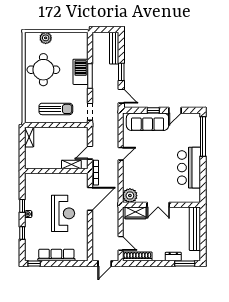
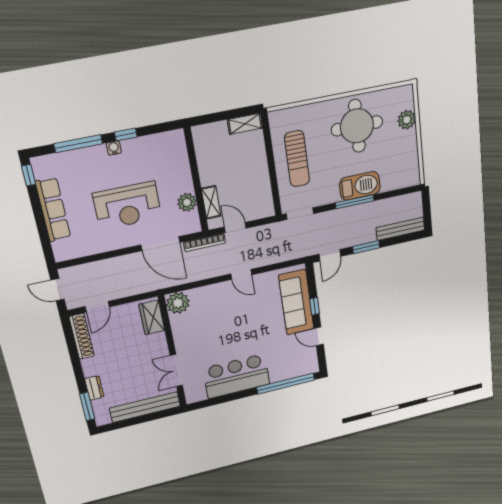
plant: (68, 179) -> (187, 202), added
double door: (158, 205) -> (176, 371), moved
window: (22, 233) -> (78, 144), width x2.17

